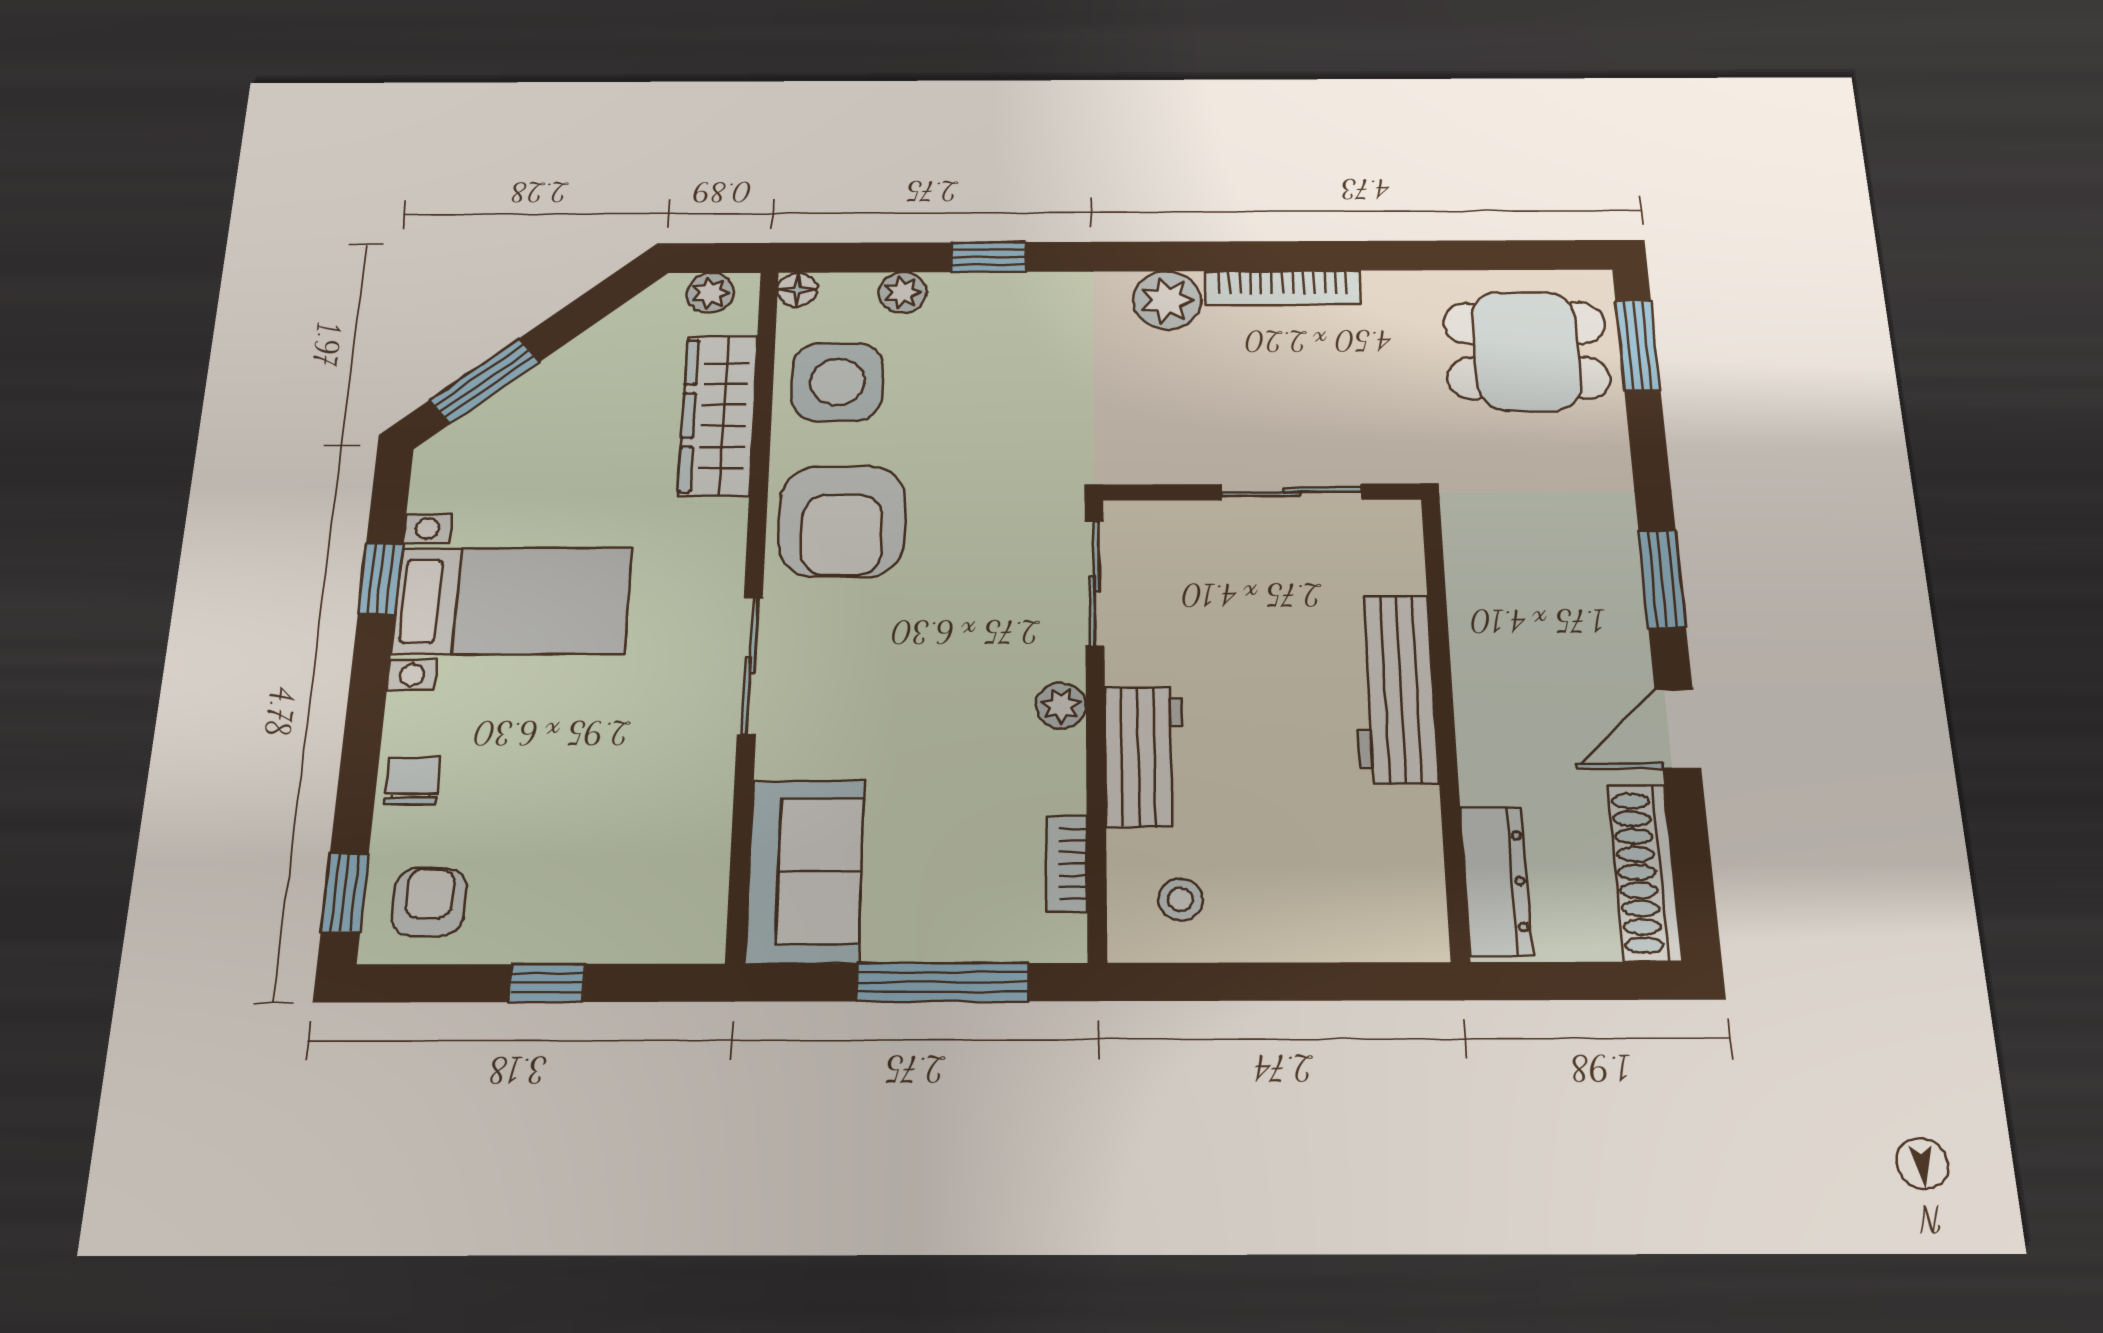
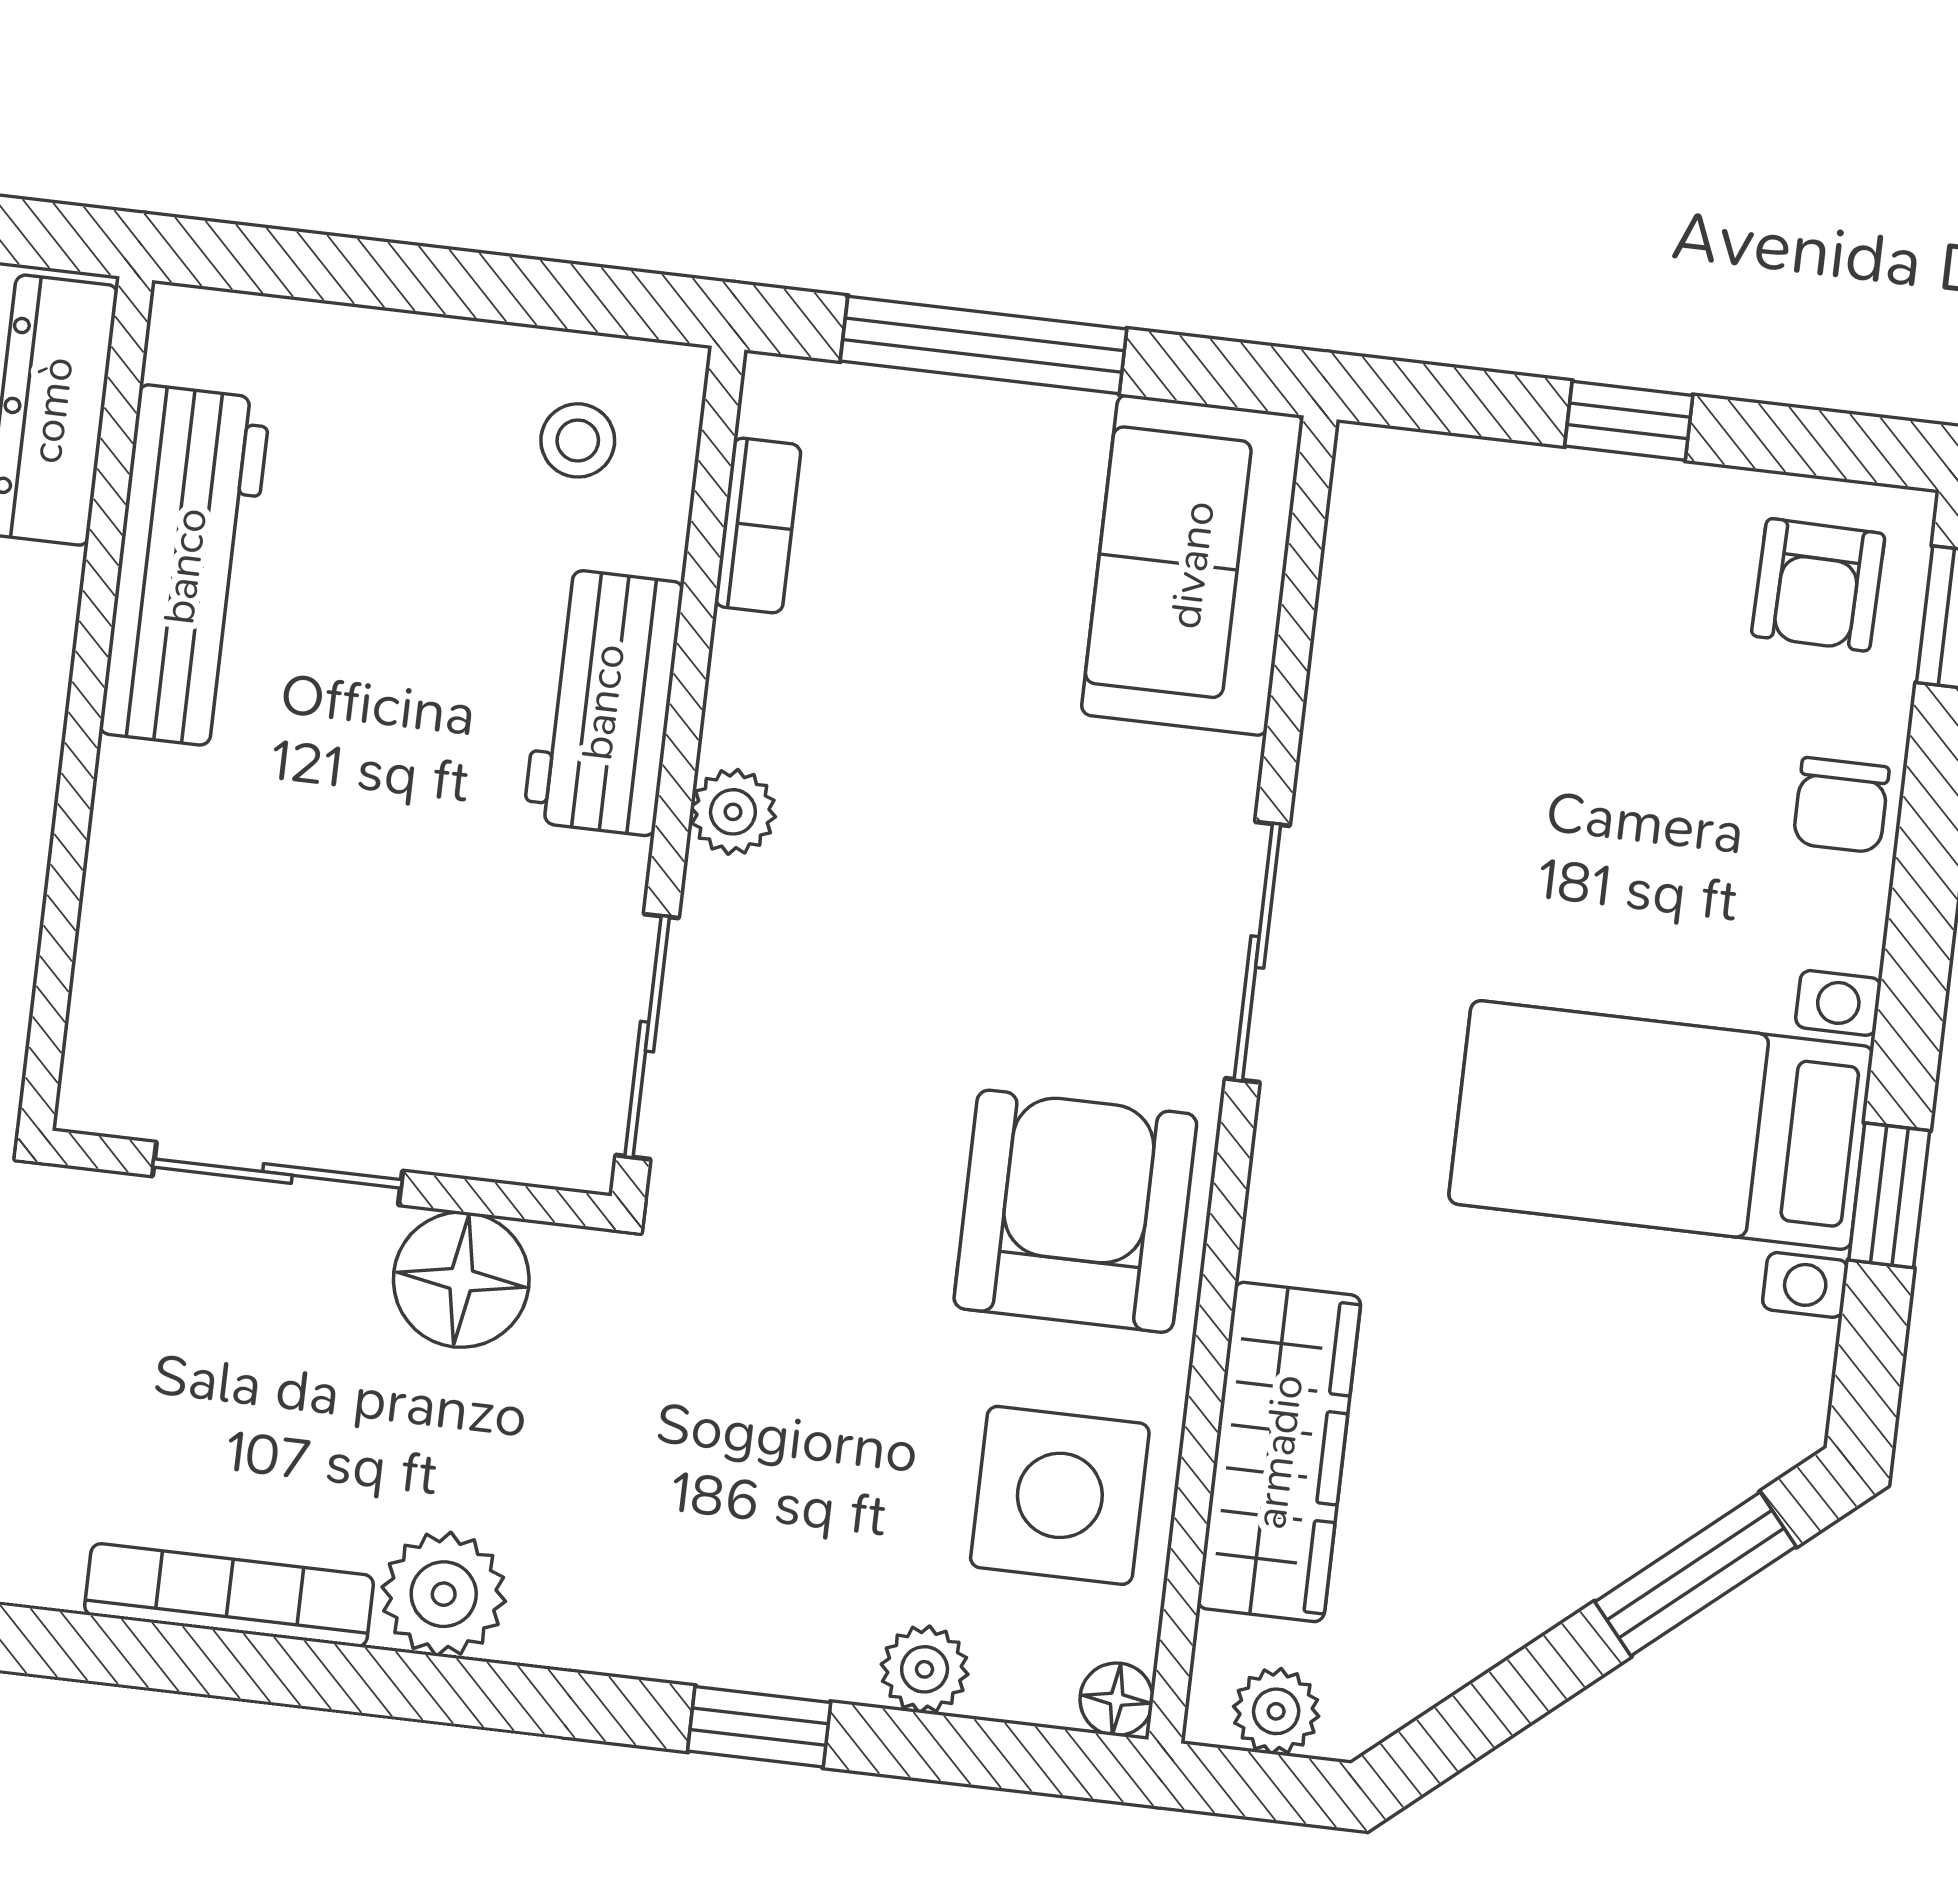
floor lamp: (1181, 451) -> (461, 1280), added
workbench: (1395, 688) -> (185, 566), moved

